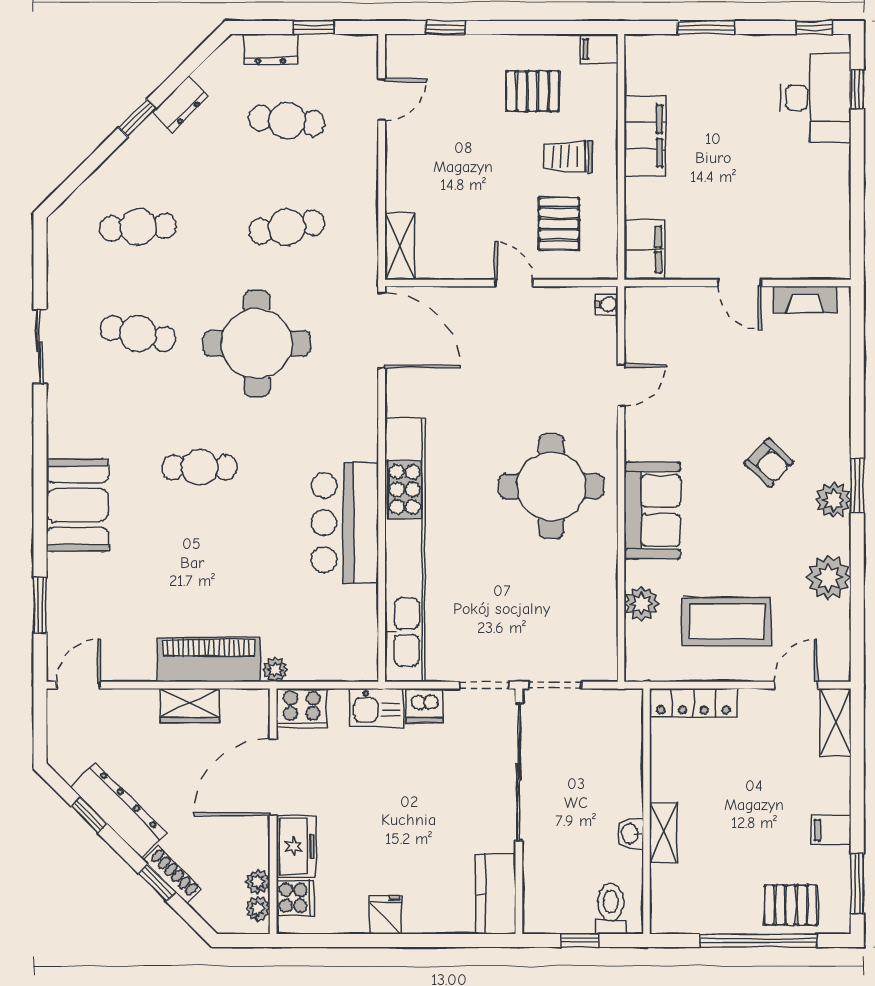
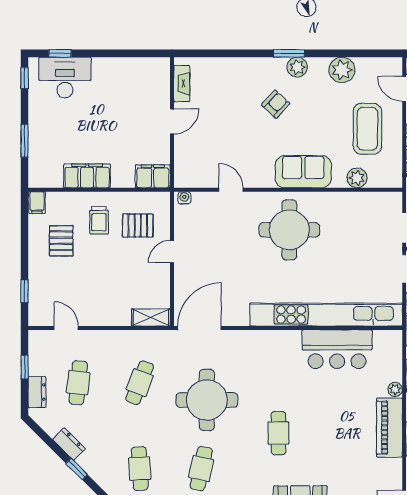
cafe table: (287, 227) -> (140, 383), turned 30
bar counter: (345, 523) -> (337, 349), moved

